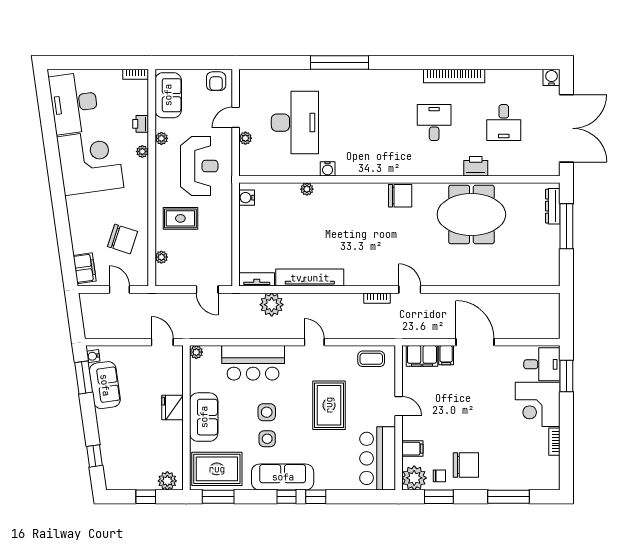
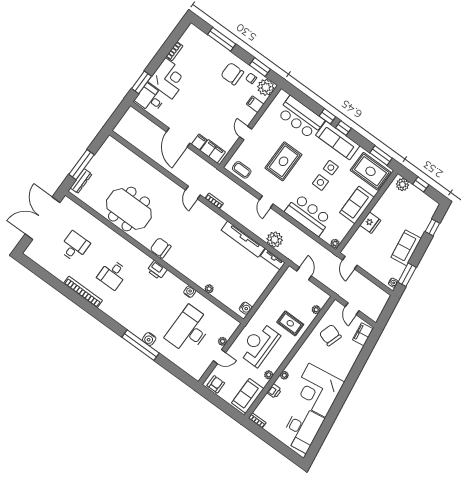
water cooler: (552, 77) -> (149, 339), moved
printer: (476, 166) -> (157, 270), moved
sofa: (105, 385) -> (406, 248), moved
bar counter: (378, 458) -> (301, 117), moved, turned 90

